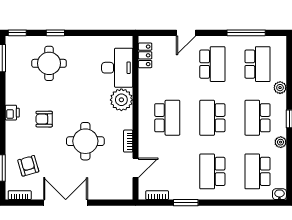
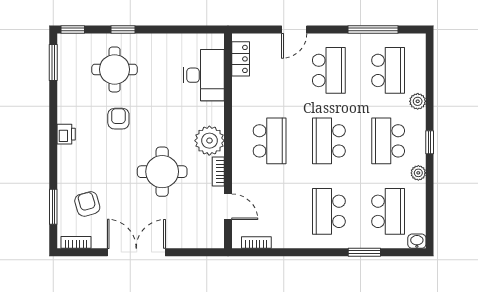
plant: (121, 100) -> (209, 141), moved
armchair: (44, 119) -> (118, 119), moved, turned 90
door: (136, 168) -> (228, 207), hinge flipped
school desk: (258, 171) -> (388, 211), turned 180
window: (186, 203) -> (364, 252), moved

